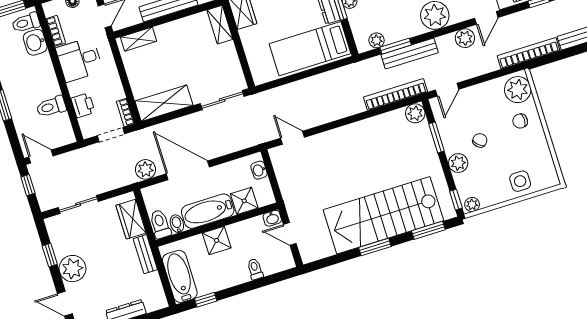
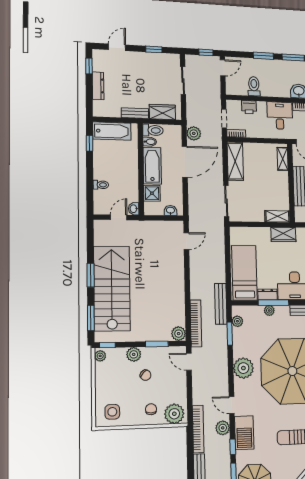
plant: (465, 38) -> (223, 428), moved
bench: (410, 54) -> (221, 304), moved
side table: (520, 181) -> (112, 412), moved
shower: (217, 240) -> (130, 165), removed
plant: (72, 269) -> (140, 61), removed

